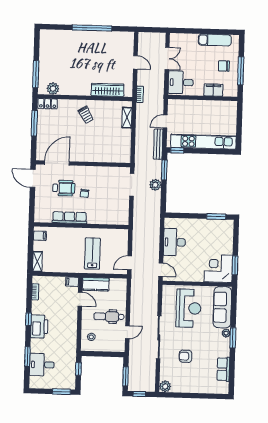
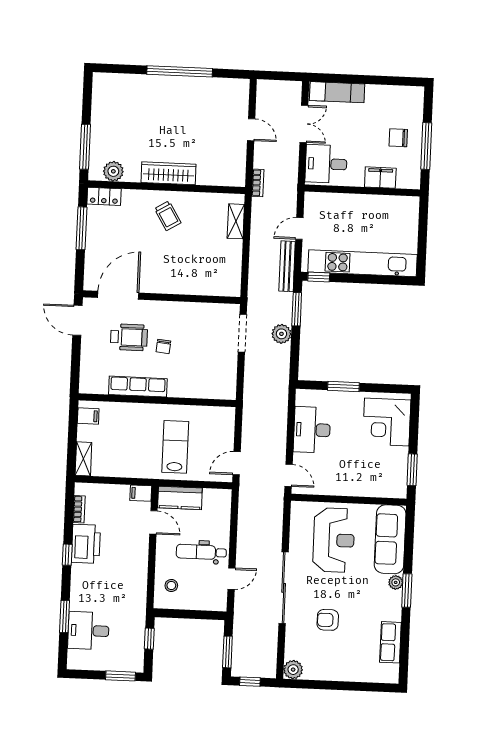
exam couch: (215, 40) -> (337, 92), moved
wardrobe: (108, 90) -> (168, 173), moved
window: (216, 217) -> (343, 387), moved
corner desk: (218, 268) -> (387, 422), moved, turned -90
printer: (39, 327) -> (86, 544), moved

